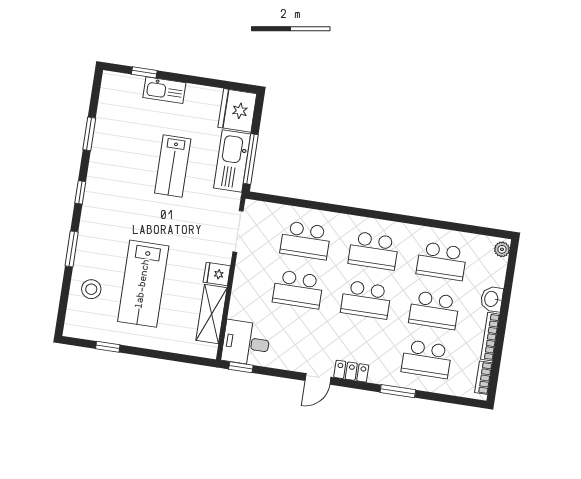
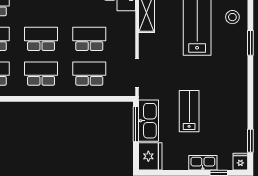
window: (89, 134) -> (250, 141), moved
window: (80, 192) -> (250, 83), removed
fridge: (217, 274) -> (240, 162), moved, turned -90

